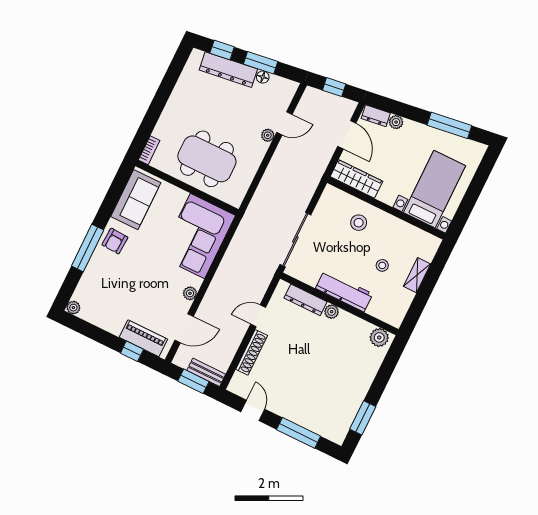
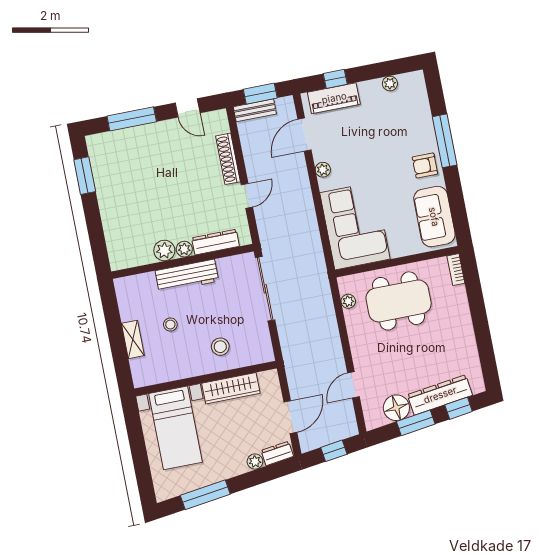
floor lamp: (263, 77) -> (396, 408), width x1.89, depth x1.89
plant: (268, 135) -> (348, 301), moved
door: (347, 135) -> (290, 417), swing flipped
wardrobe: (356, 179) -> (231, 388), moved
armchair: (115, 241) -> (425, 166), turned -93
plant: (73, 308) -> (390, 83), moved
plant: (379, 337) -> (164, 250), moved

